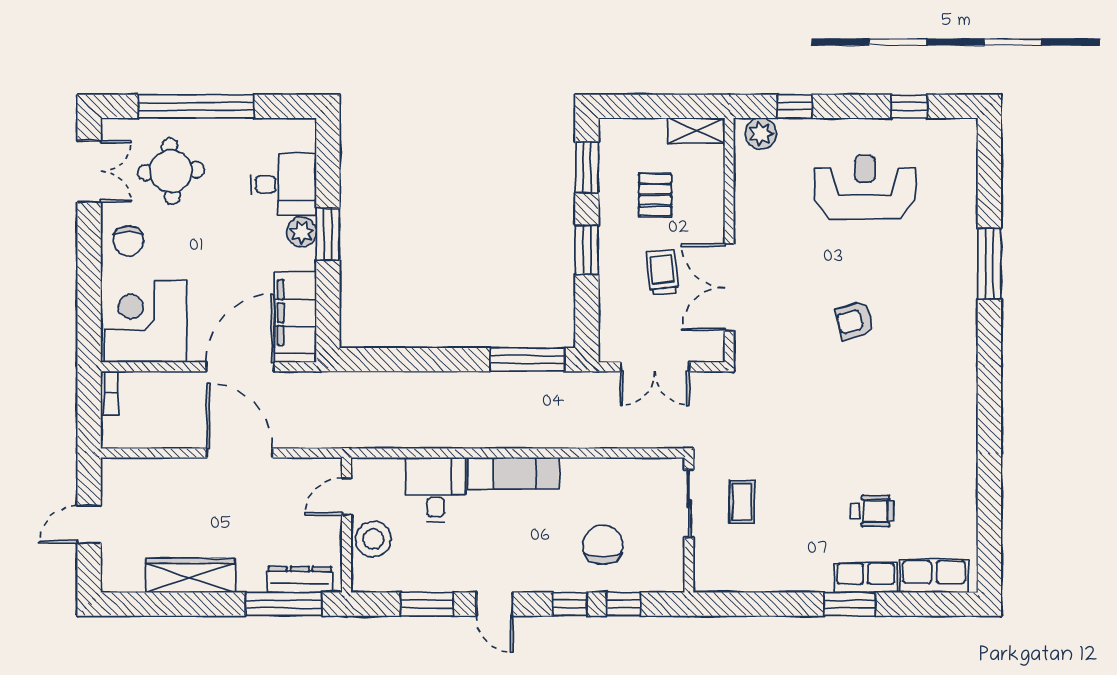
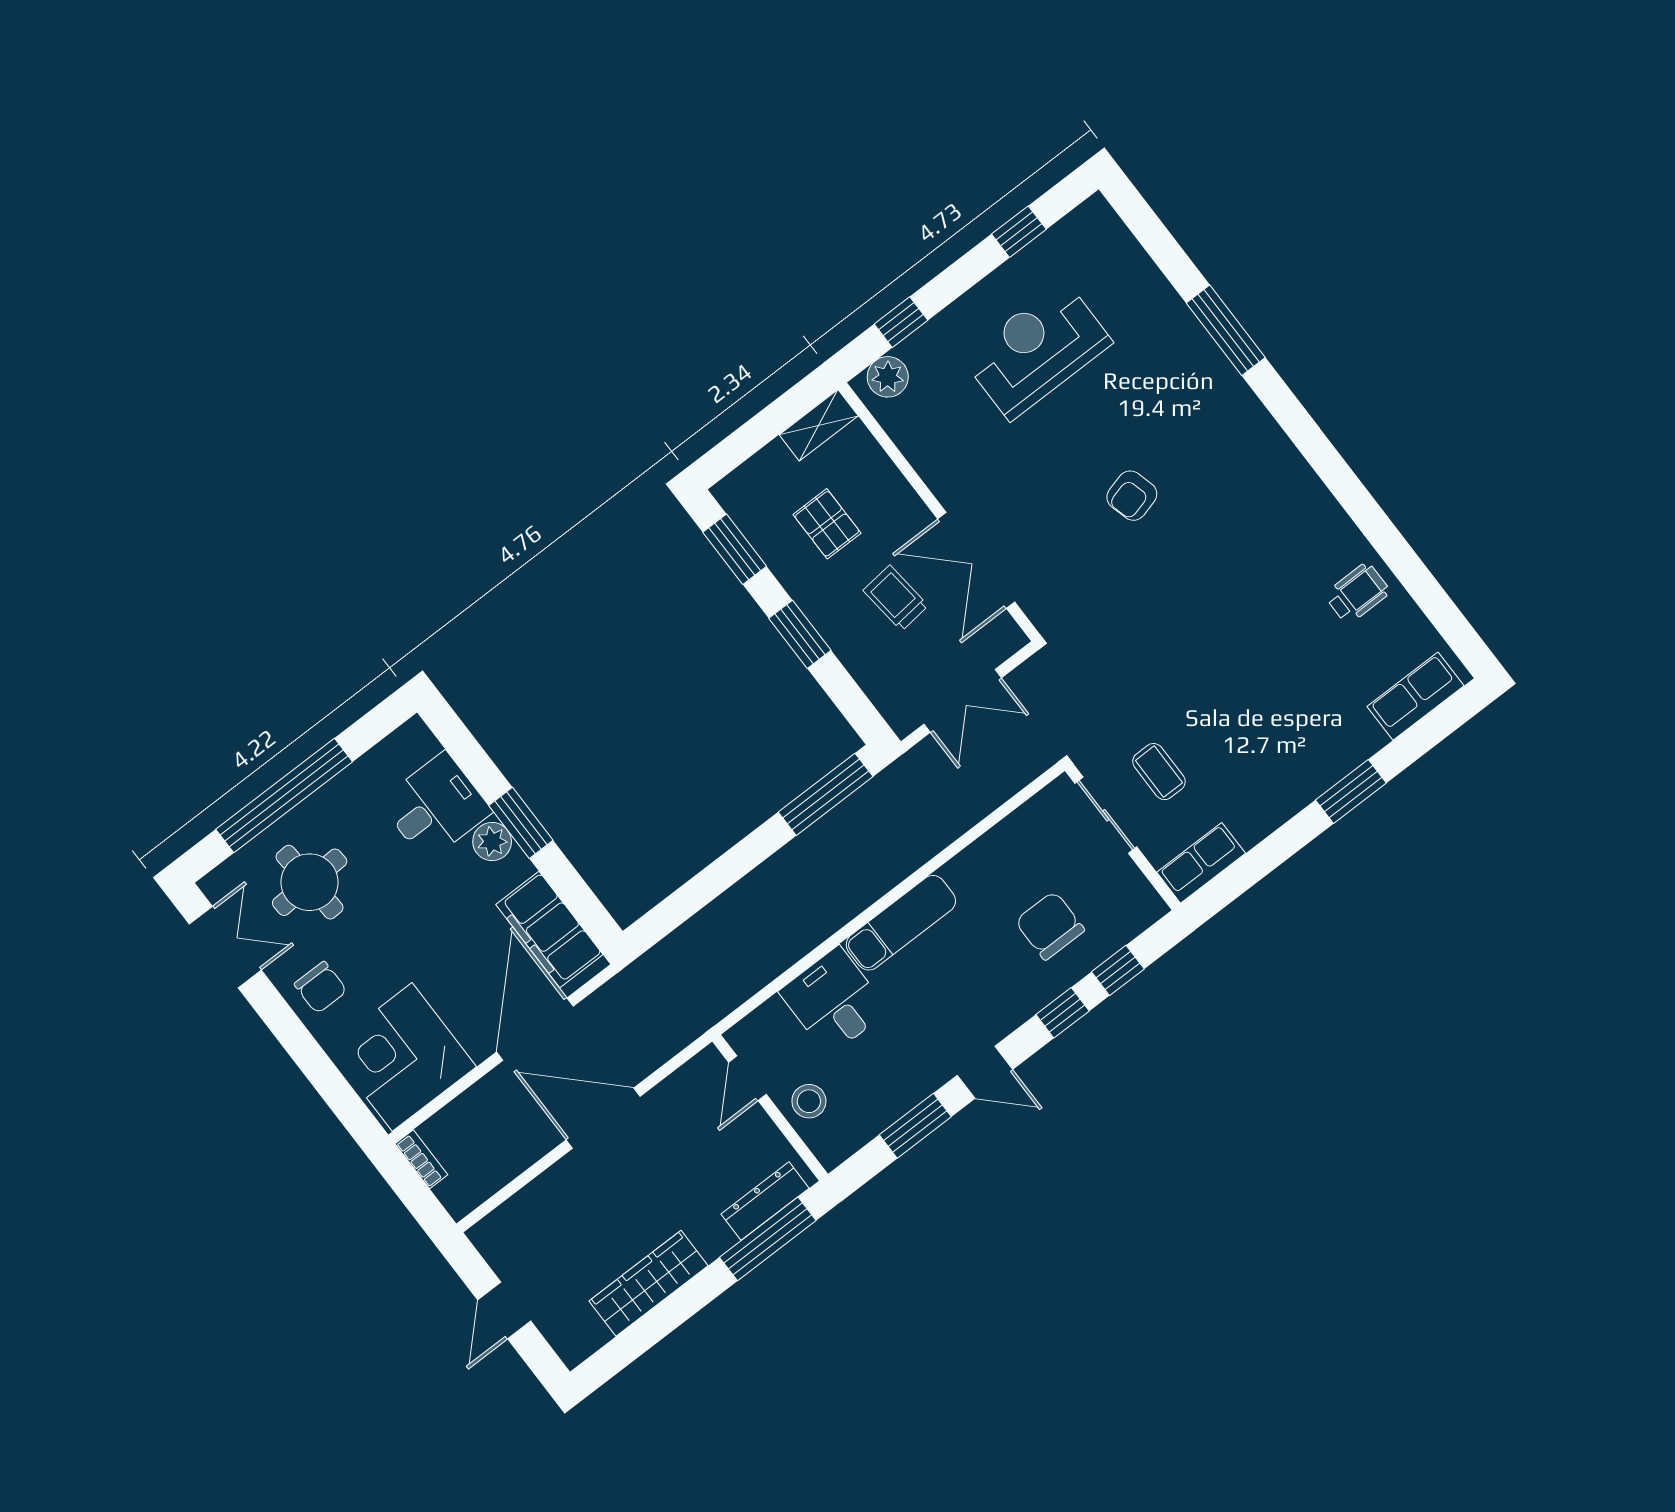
wheelchair: (872, 511) -> (1357, 593), moved
stool: (373, 539) -> (809, 1101), width x0.73, depth x0.73
row of seats: (866, 577) -> (1201, 863), moved

